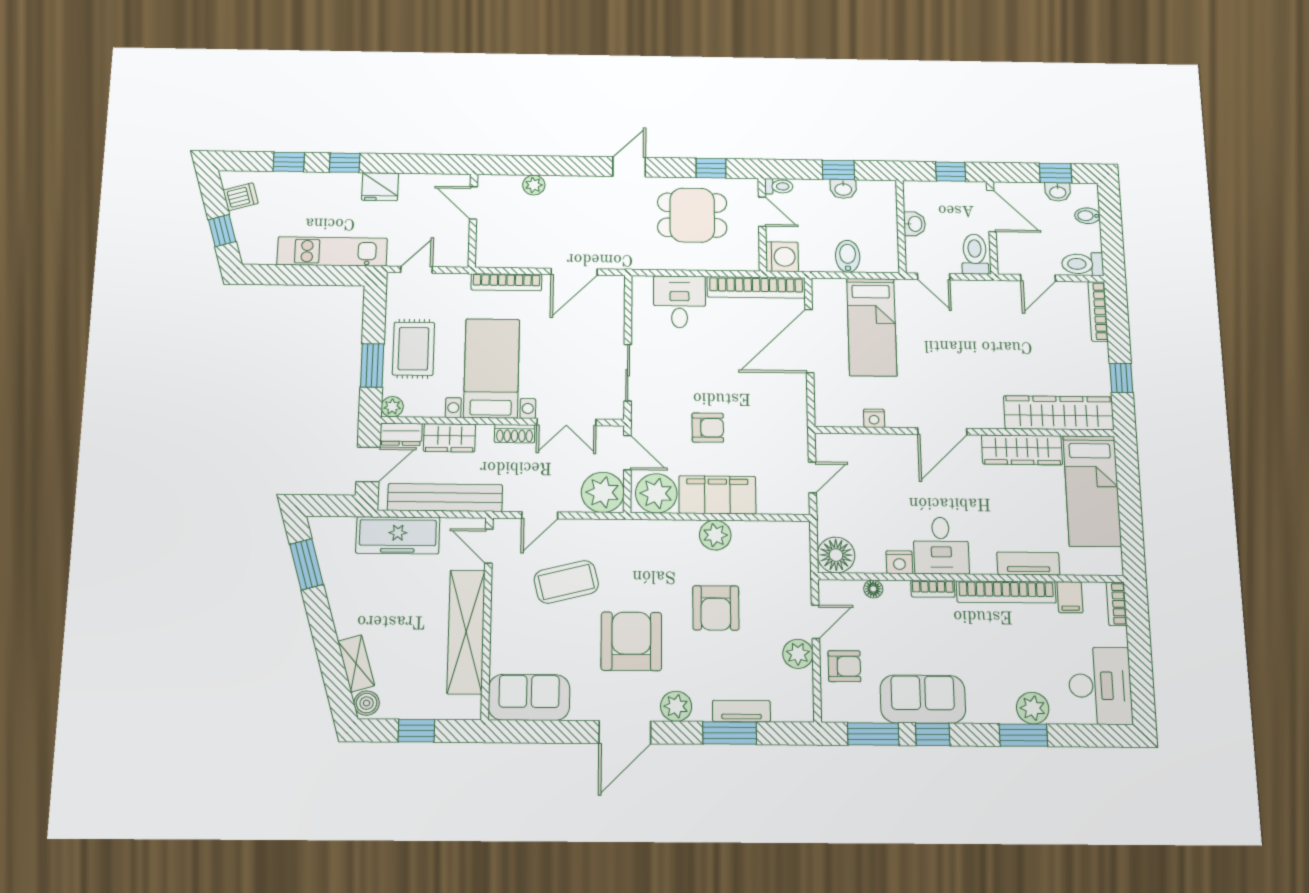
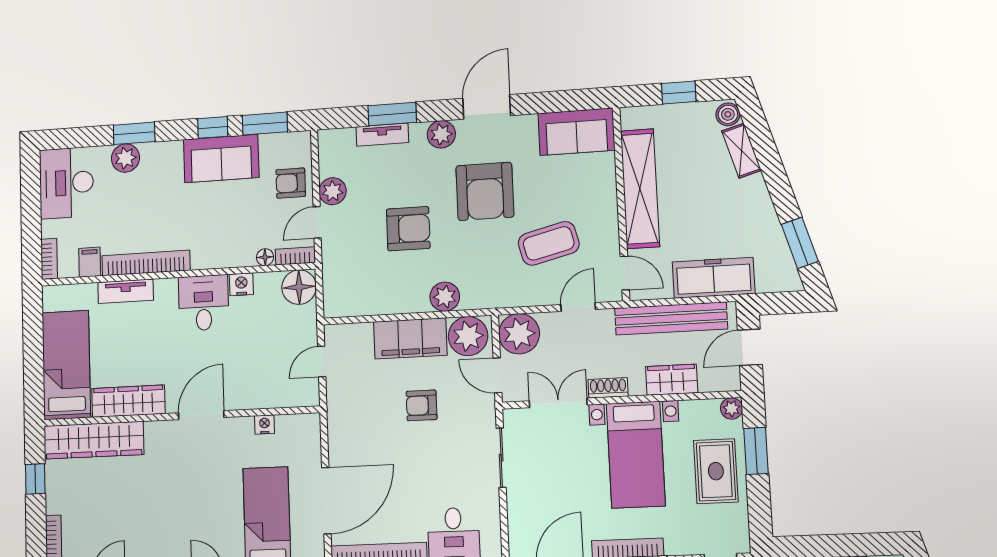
dresser: (401, 434) -> (720, 380), removed
plant: (715, 535) -> (445, 297), moved
bookcase: (933, 589) -> (295, 256), moved
armchair: (716, 608) -> (408, 229), turned 90

